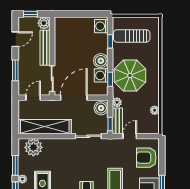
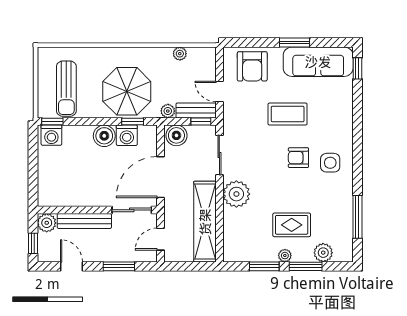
window: (110, 41) -> (52, 121), moved
door: (33, 98) -> (161, 239), hinge flipped
door: (74, 98) -> (161, 177), hinge flipped
plant: (33, 147) -> (236, 194), moved

